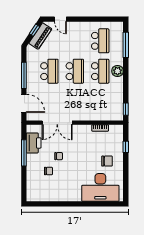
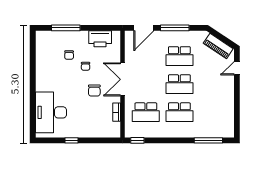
window: (34, 30) -> (225, 40), removed
school desk: (100, 41) -> (146, 112), moved
plant: (118, 71) -> (180, 131), removed
double door: (57, 123) -> (123, 79), moved
window: (126, 147) -> (71, 140), moved
window: (24, 153) -> (66, 28), moved
chair: (107, 161) -> (94, 91), moved

